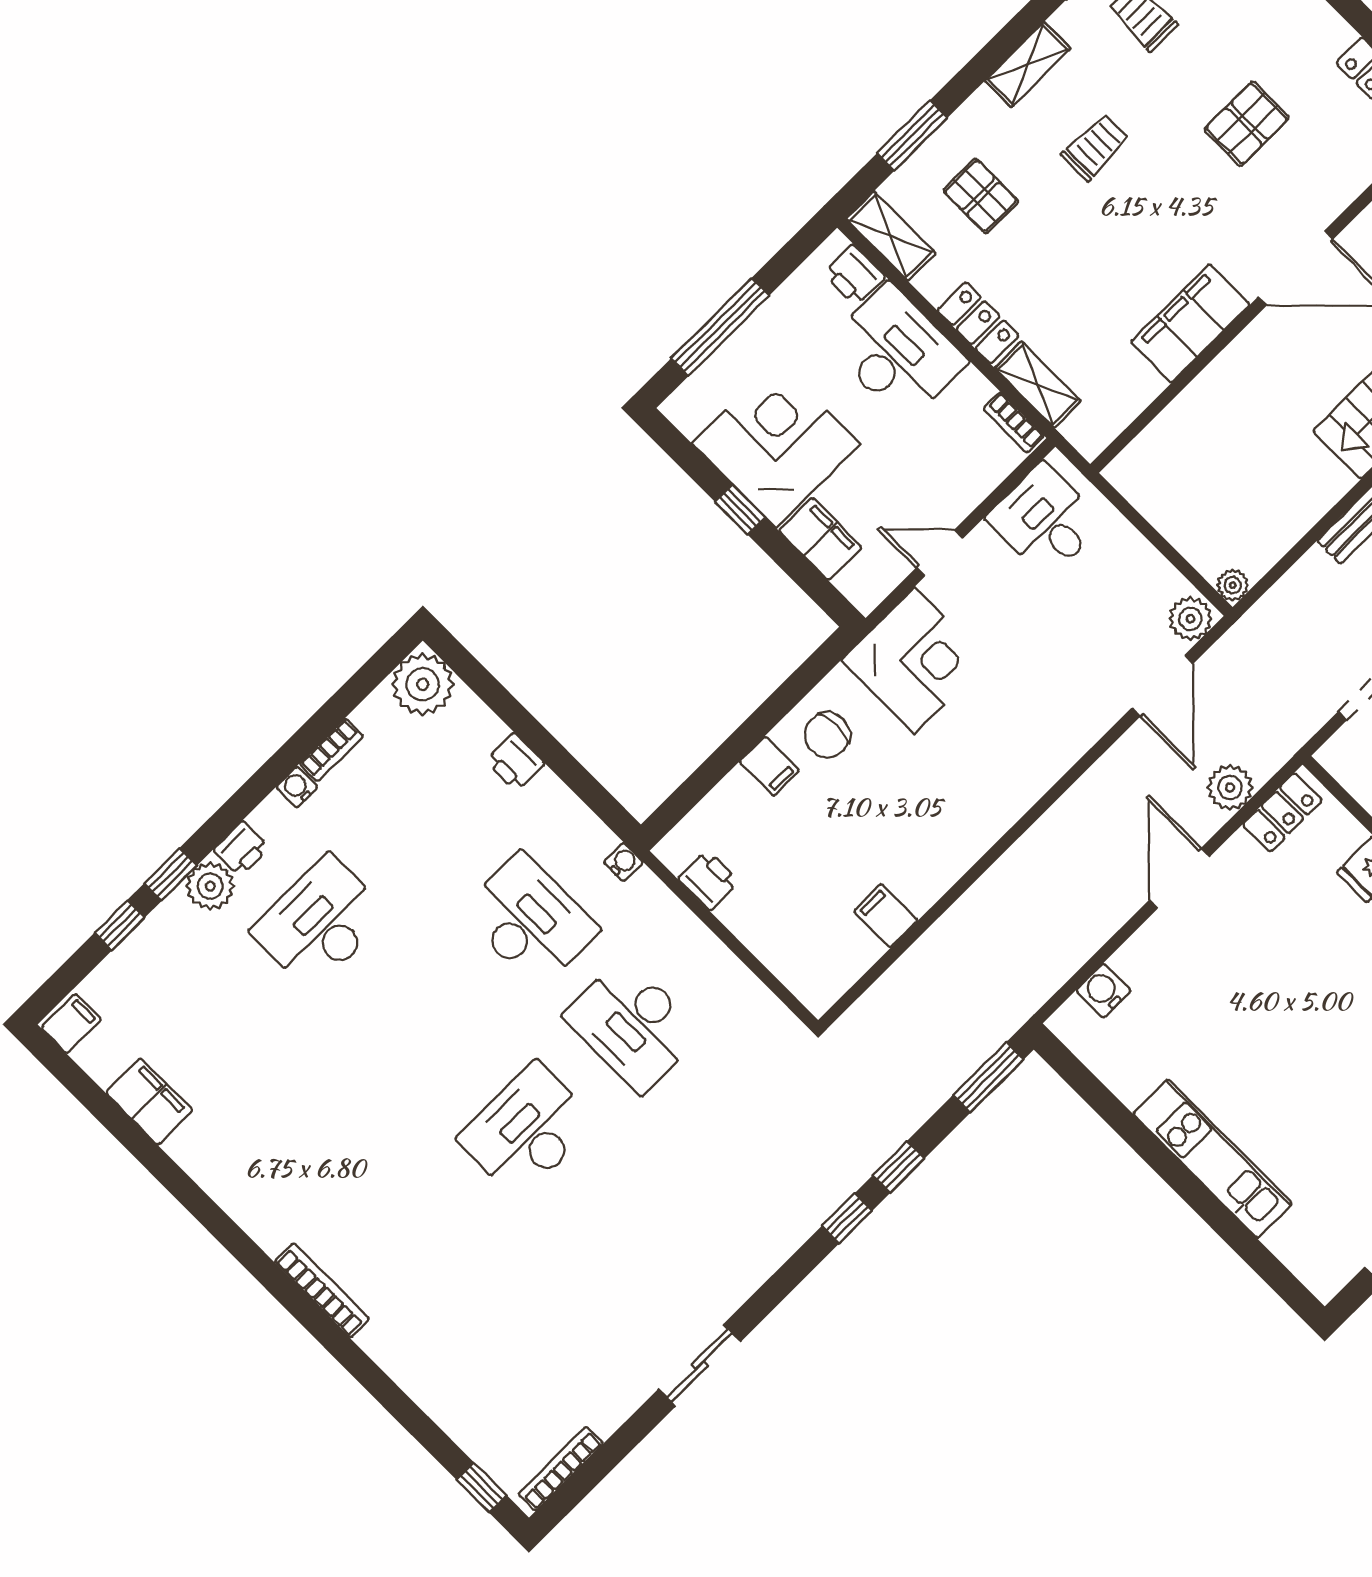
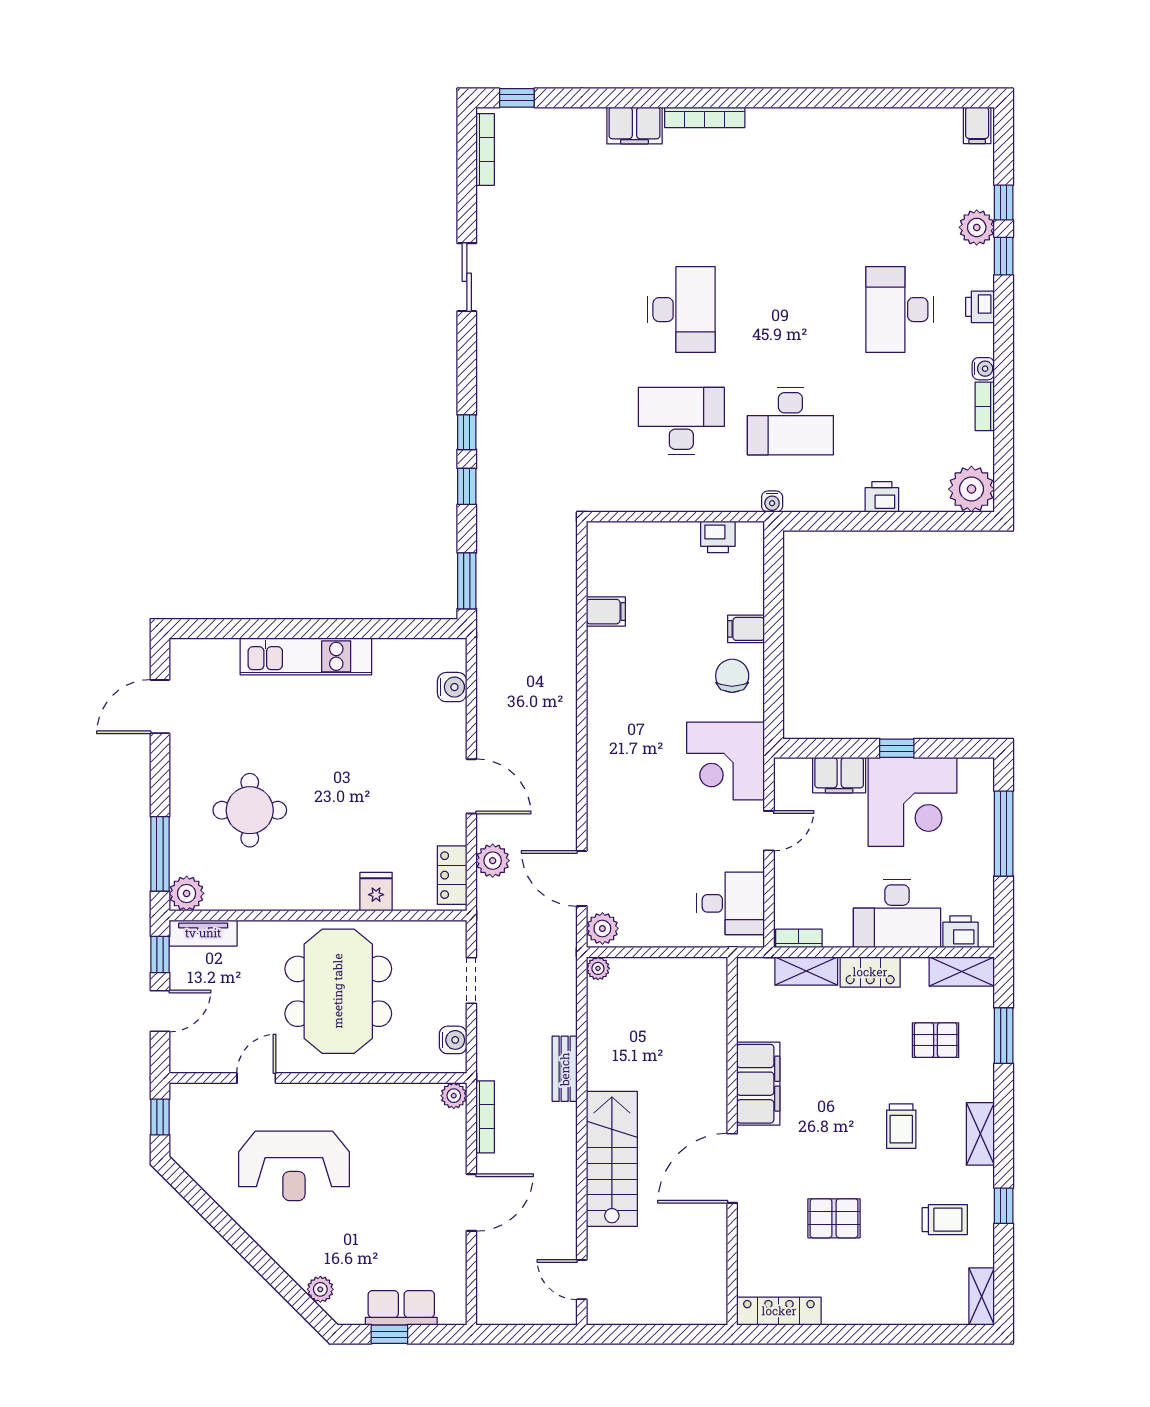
pallet: (1247, 124) -> (834, 1218), turned 90
plant: (210, 886) -> (977, 227), moved
desk: (320, 923) -> (900, 310), turned 180
filing cabinet: (149, 1102) -> (634, 126), moved

